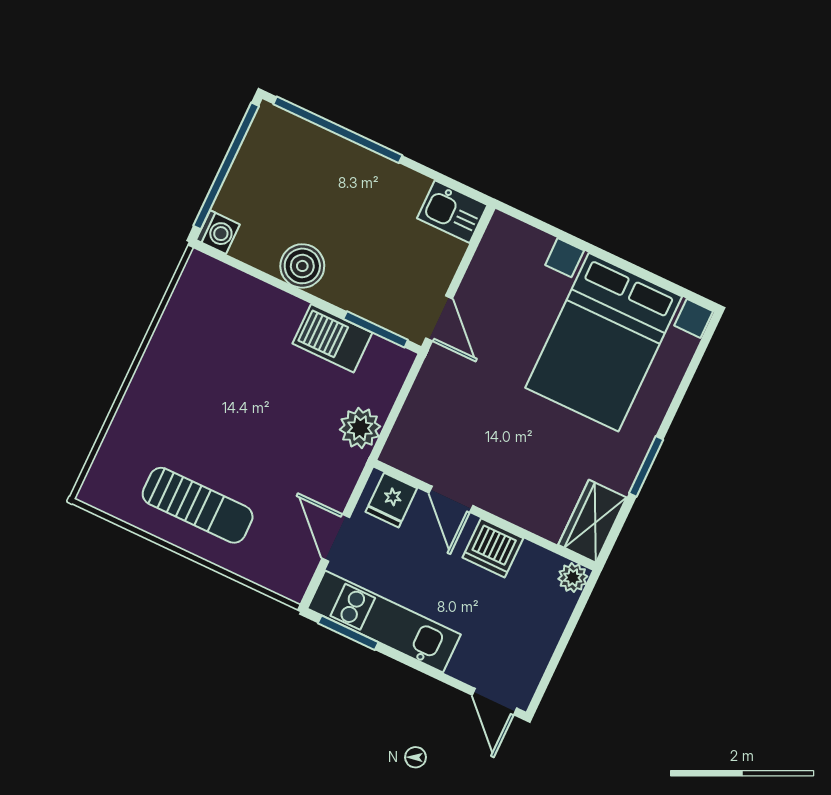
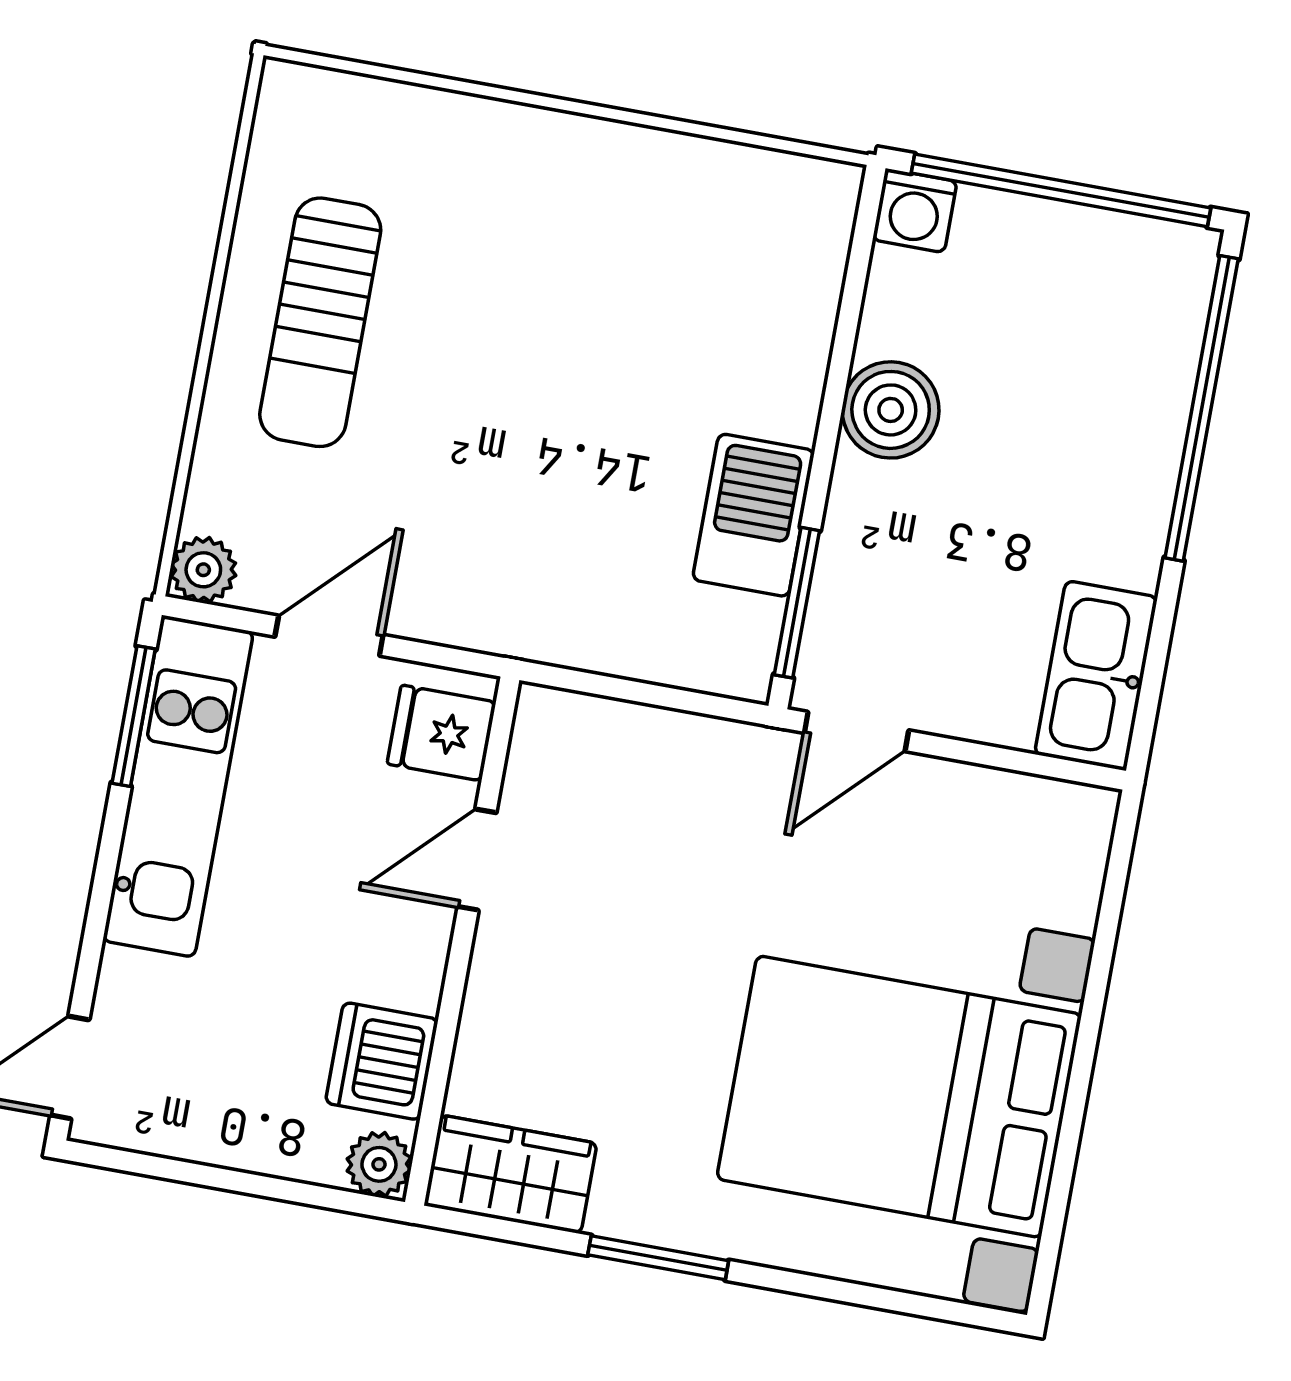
kitchen sink: (452, 212) -> (1096, 676), width x1.38
plant: (360, 428) -> (203, 570), moved, width x0.73, depth x0.73
dishwasher: (493, 548) -> (382, 1061), moved

